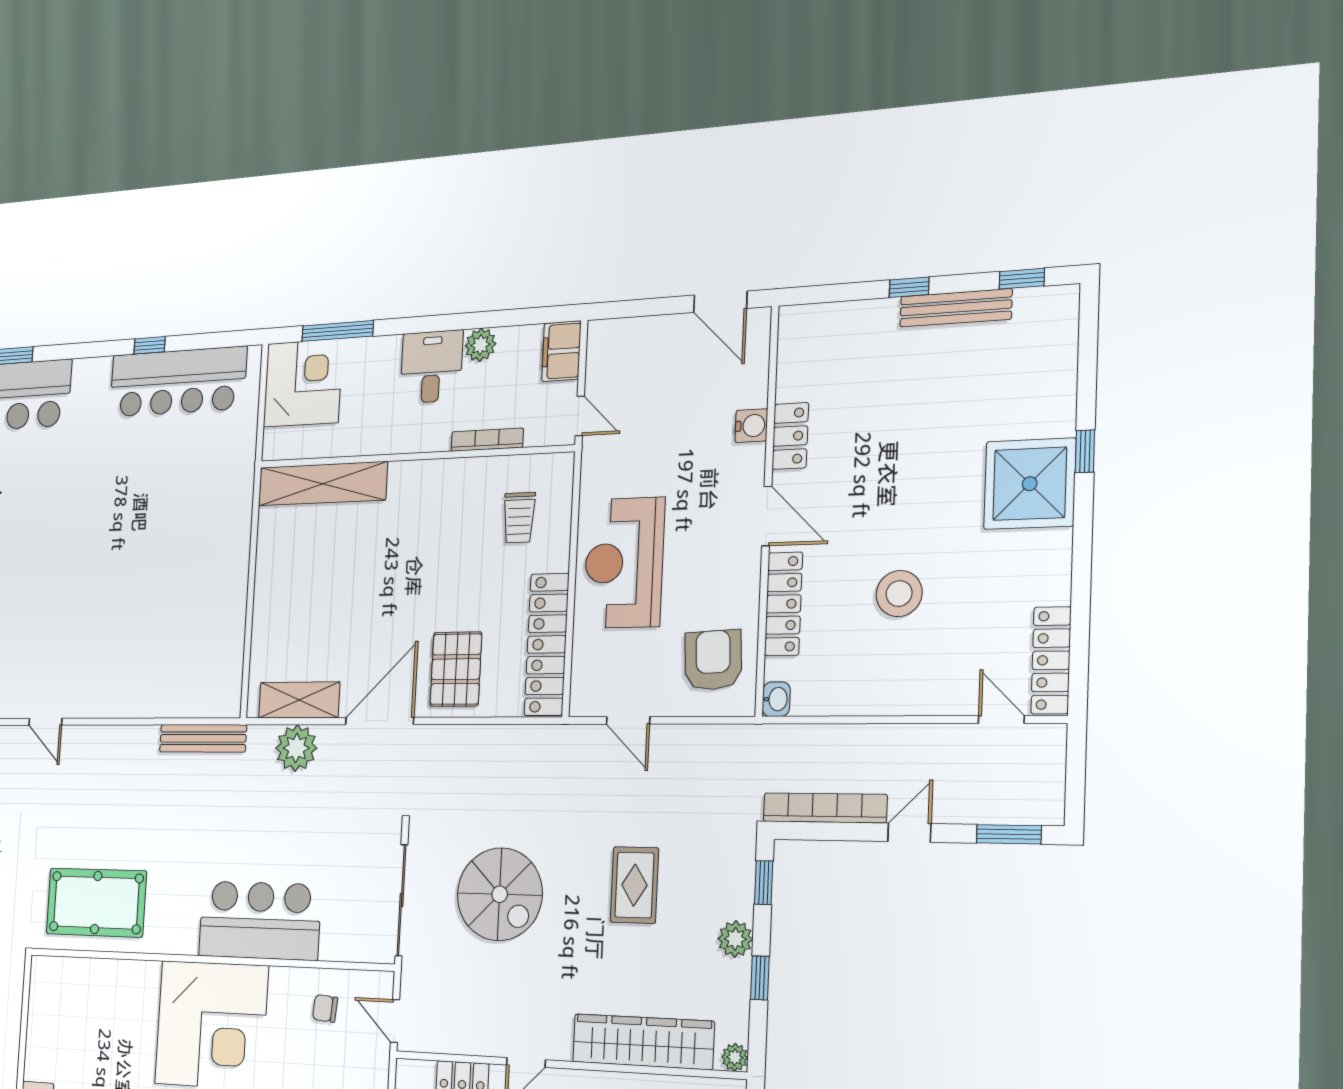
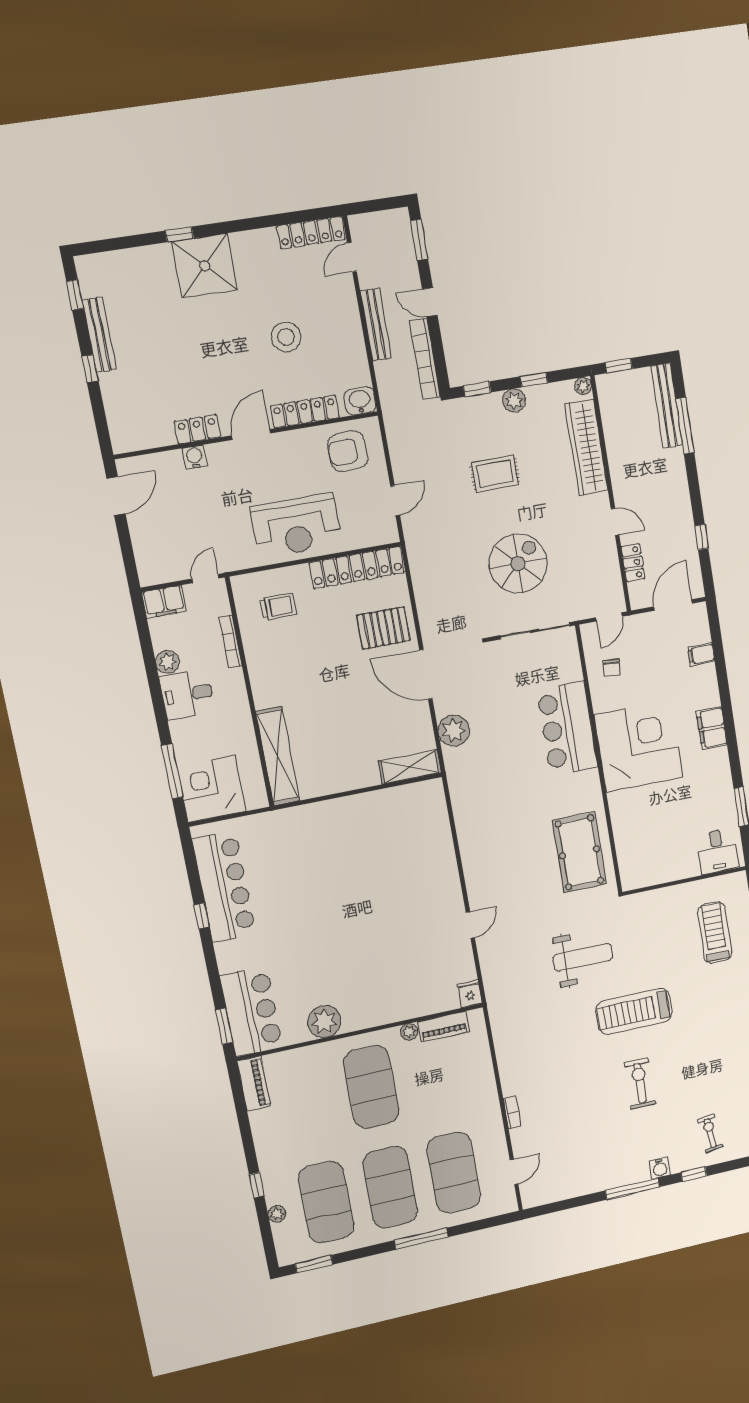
washbasin: (776, 699) -> (360, 401), width x1.38, depth x1.45
shelving: (299, 700) -> (410, 767), moved, turned 90
bench: (203, 738) -> (376, 324), moved

